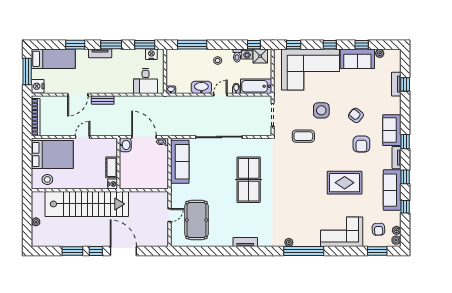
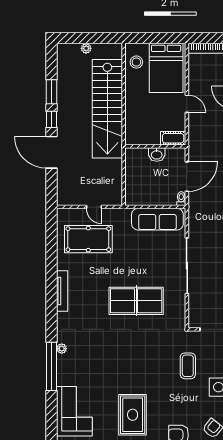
washbasin: (125, 145) -> (157, 155), moved
cot: (112, 167) -> (173, 138), moved
nightstand: (113, 184) -> (131, 139), removed
tv unit: (245, 242) -> (62, 291), width x1.41
door: (123, 251) -> (51, 152), swing flipped

